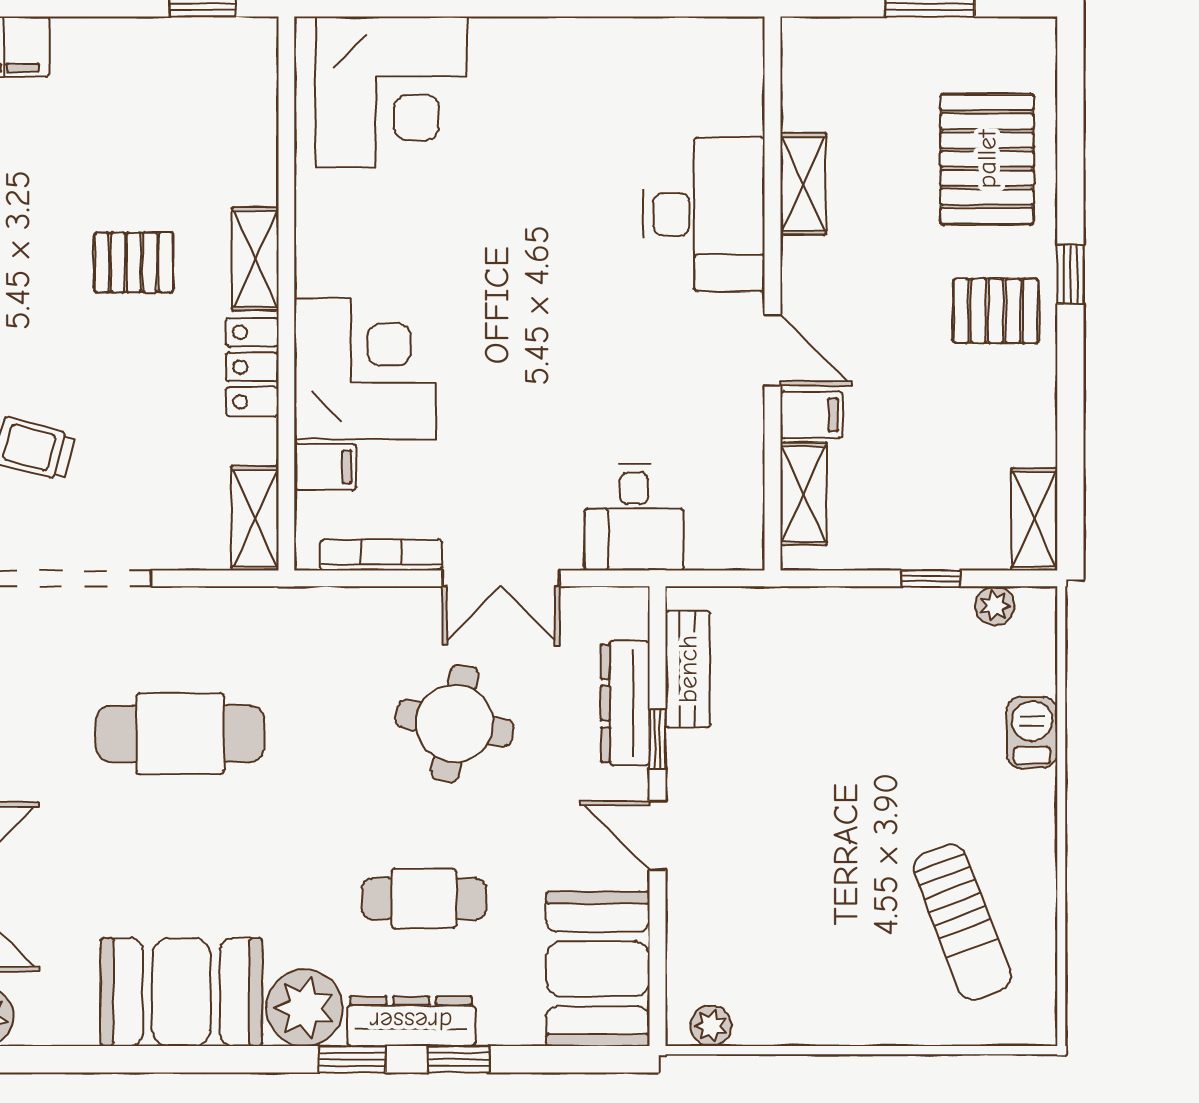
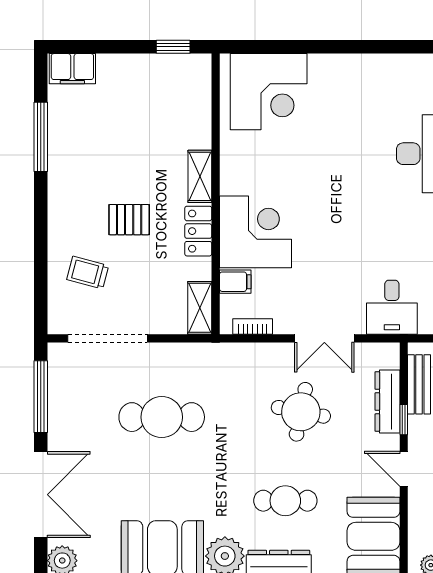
pallet: (134, 262) -> (129, 220), moved
bookcase: (381, 555) -> (253, 326), width x0.64

